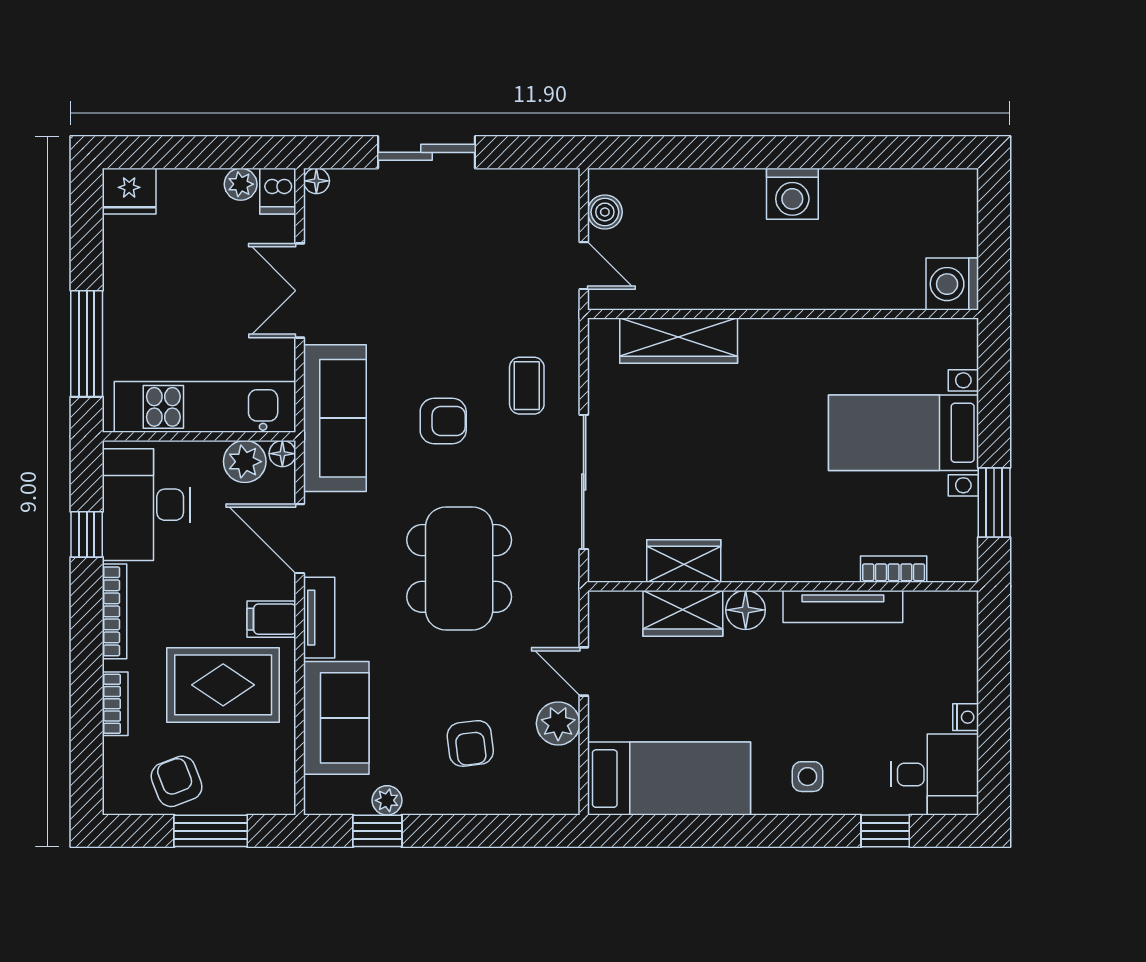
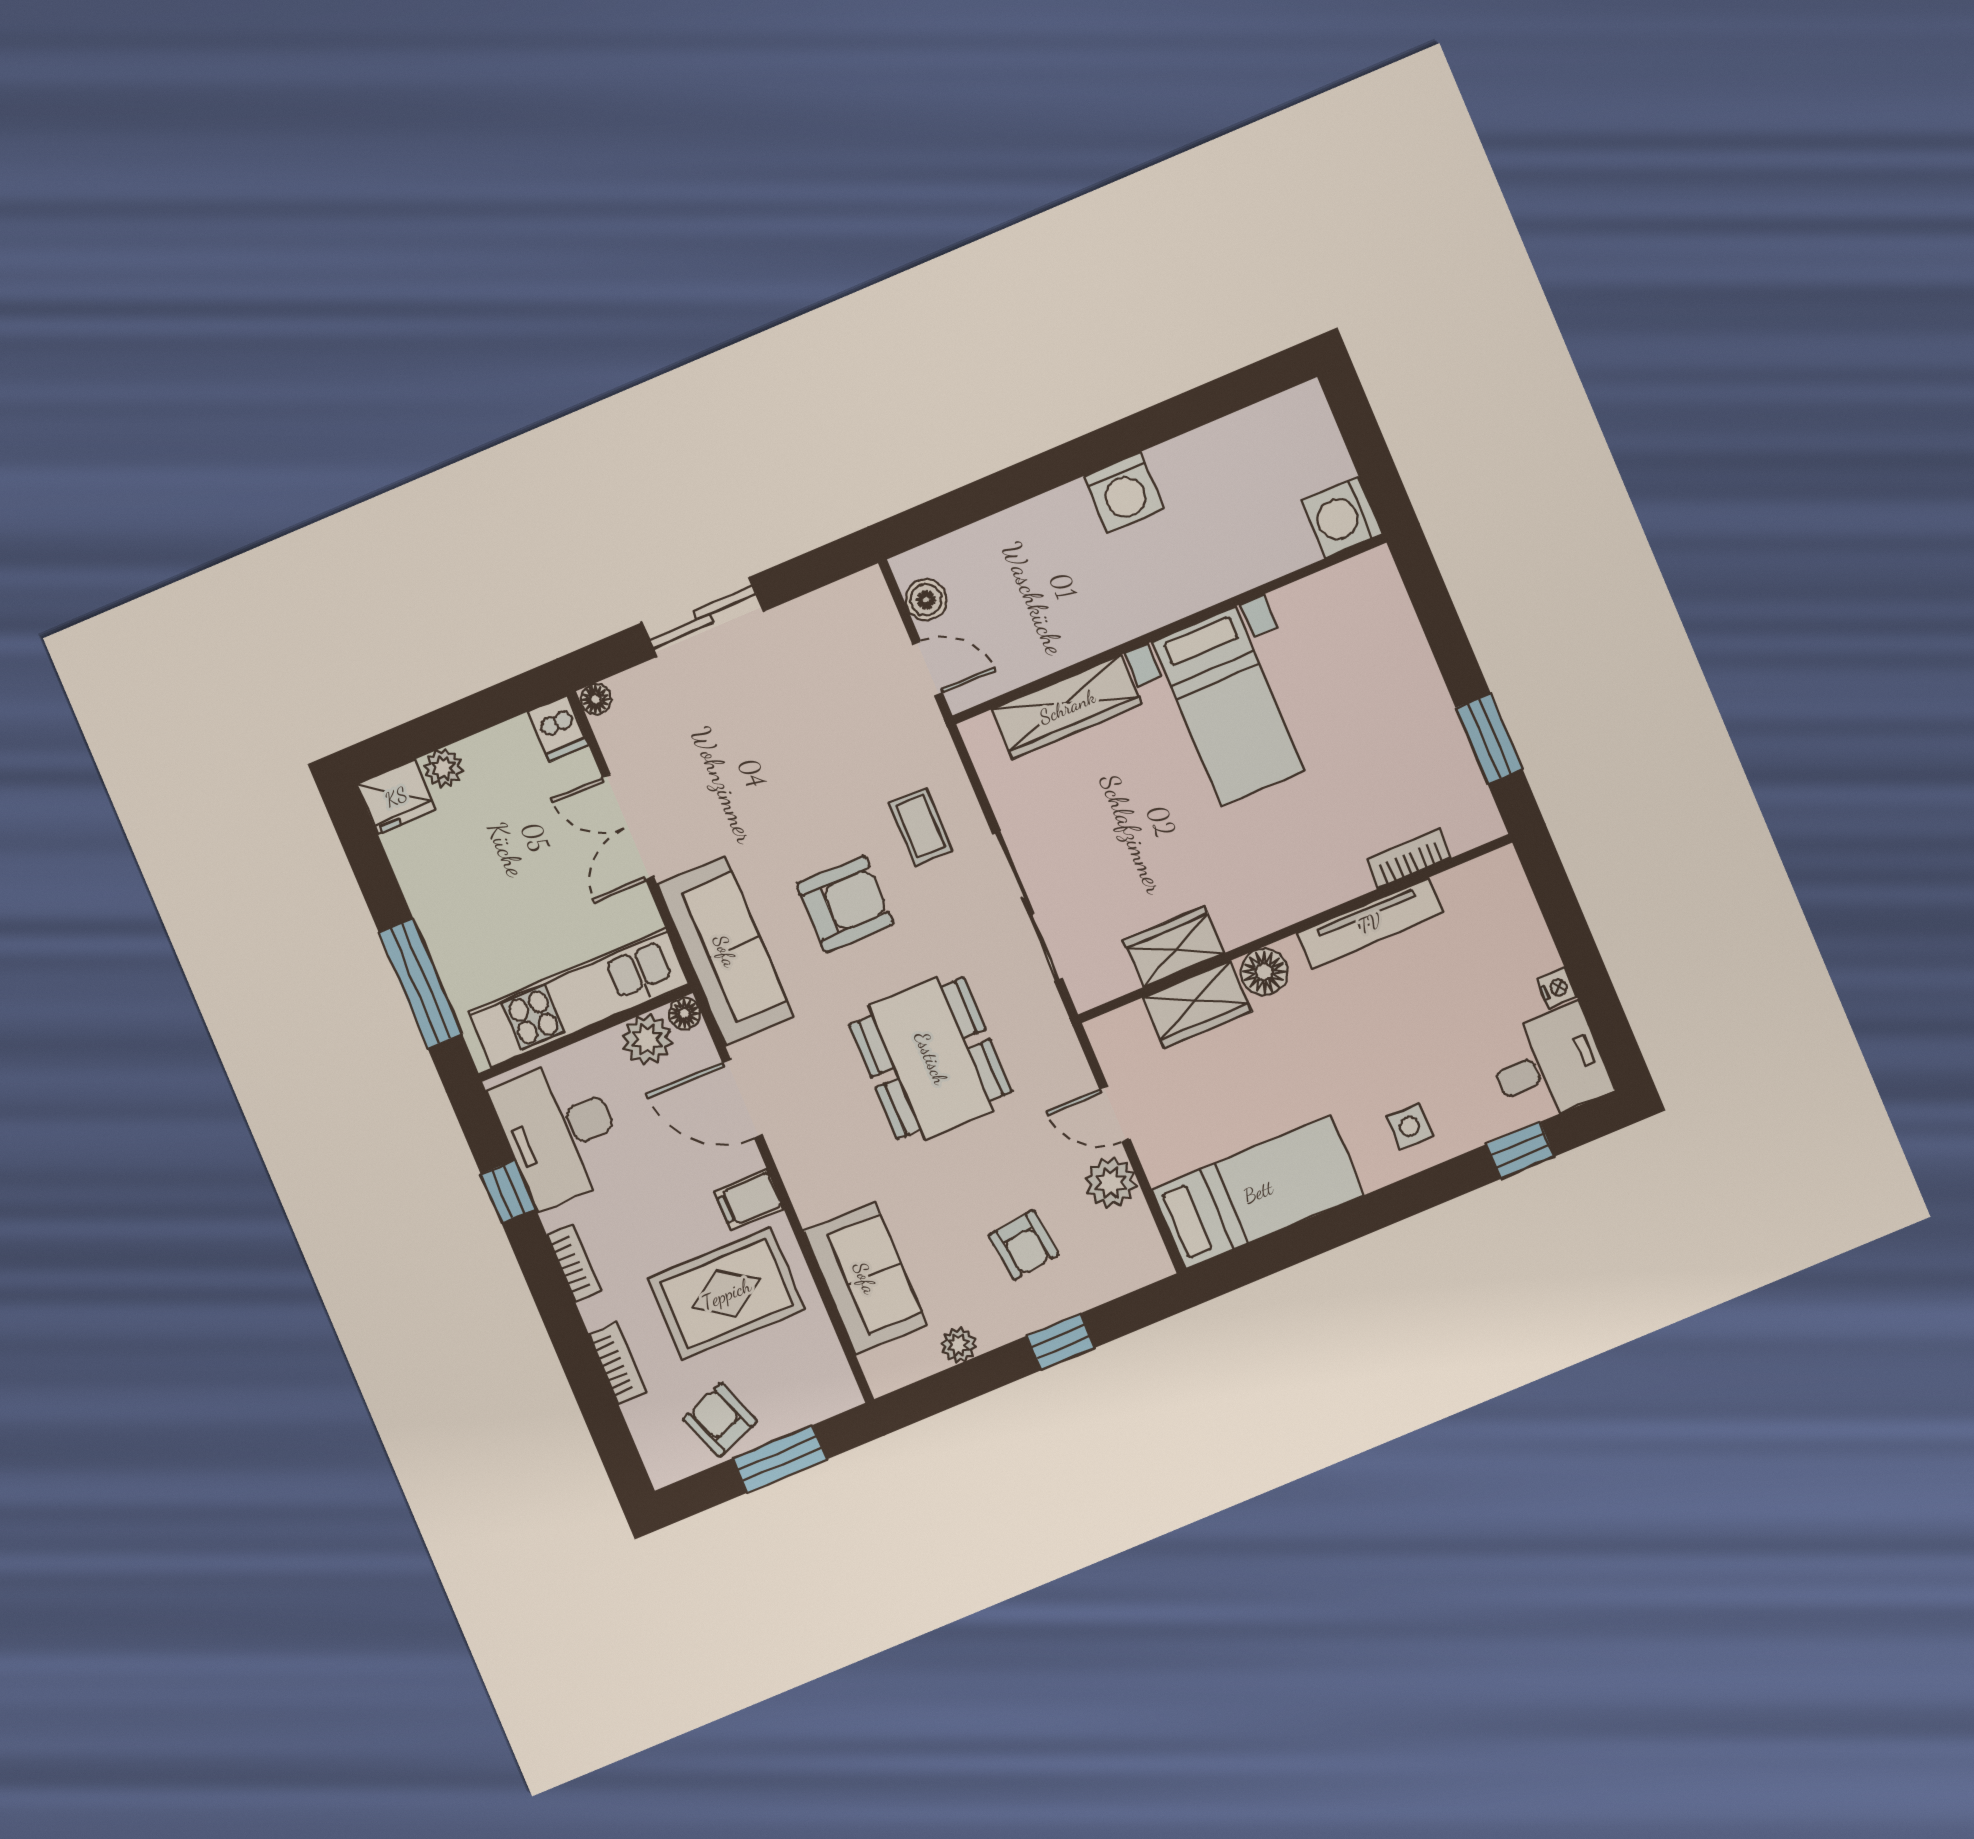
plant: (241, 184) -> (443, 768), moved
armchair: (443, 421) -> (845, 904), width x1.38, depth x1.38
bed with nightstands: (903, 433) -> (1228, 706), moved, turned -90
bookcase: (115, 611) -> (574, 1263), width x0.64
tv unit: (319, 618) -> (800, 1176), removed
window: (377, 831) -> (1061, 1342), moved

